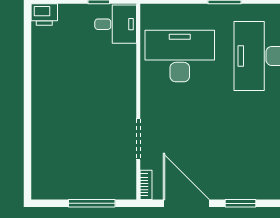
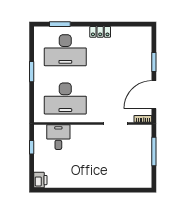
desk: (116, 24) -> (58, 137), moved
desk: (180, 56) -> (65, 99), turned -90

